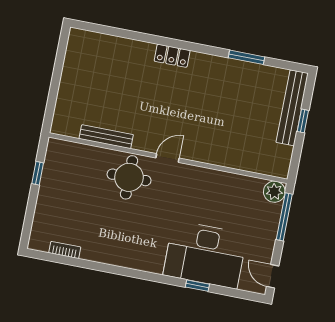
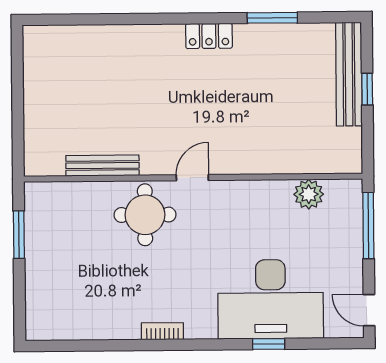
locker: (172, 56) -> (209, 36), moved
window: (38, 173) -> (19, 235), width x1.50
plant: (274, 192) -> (309, 194), moved
bookcase: (65, 250) -> (162, 331), moved

